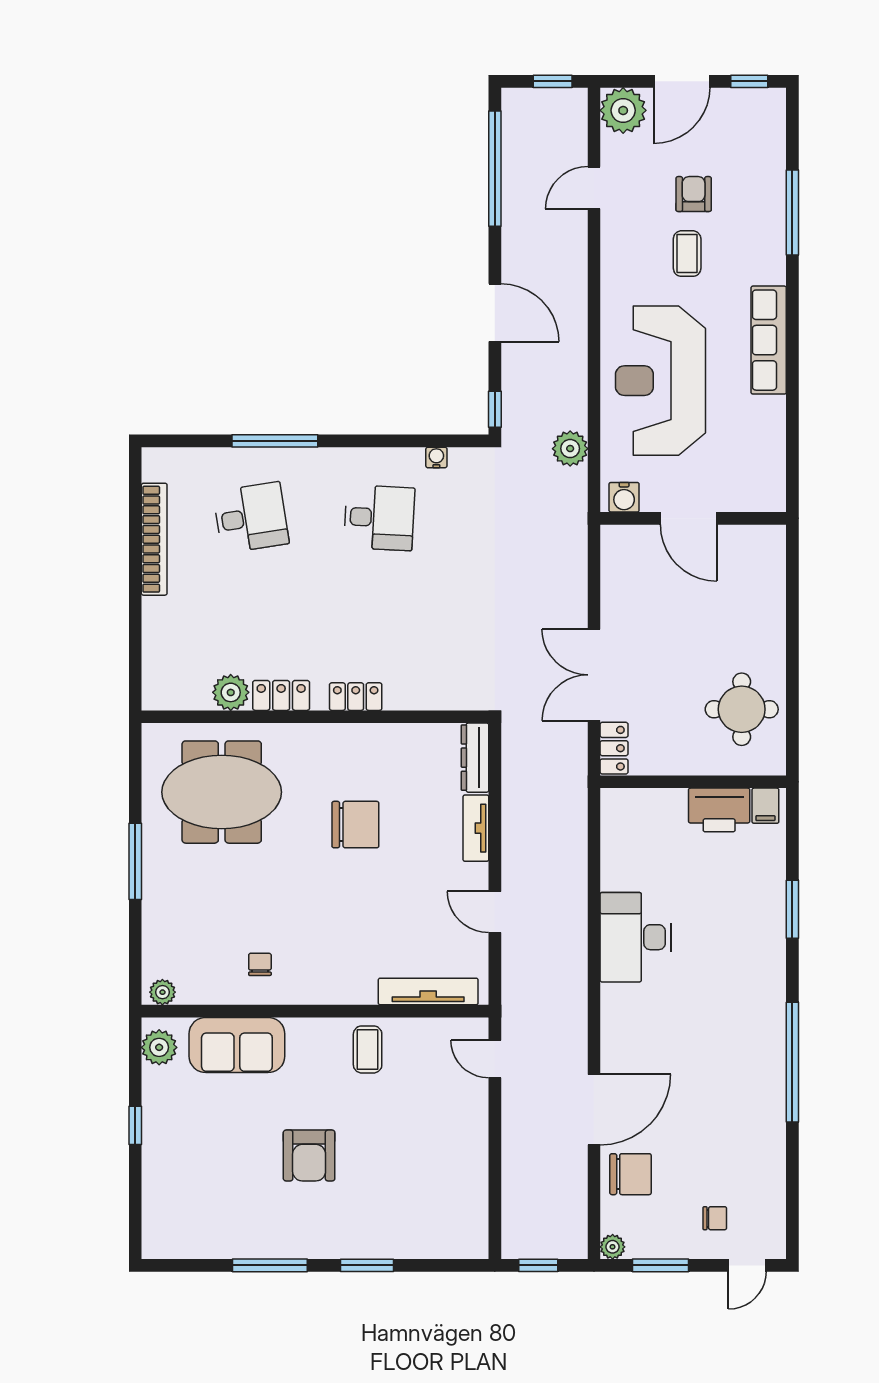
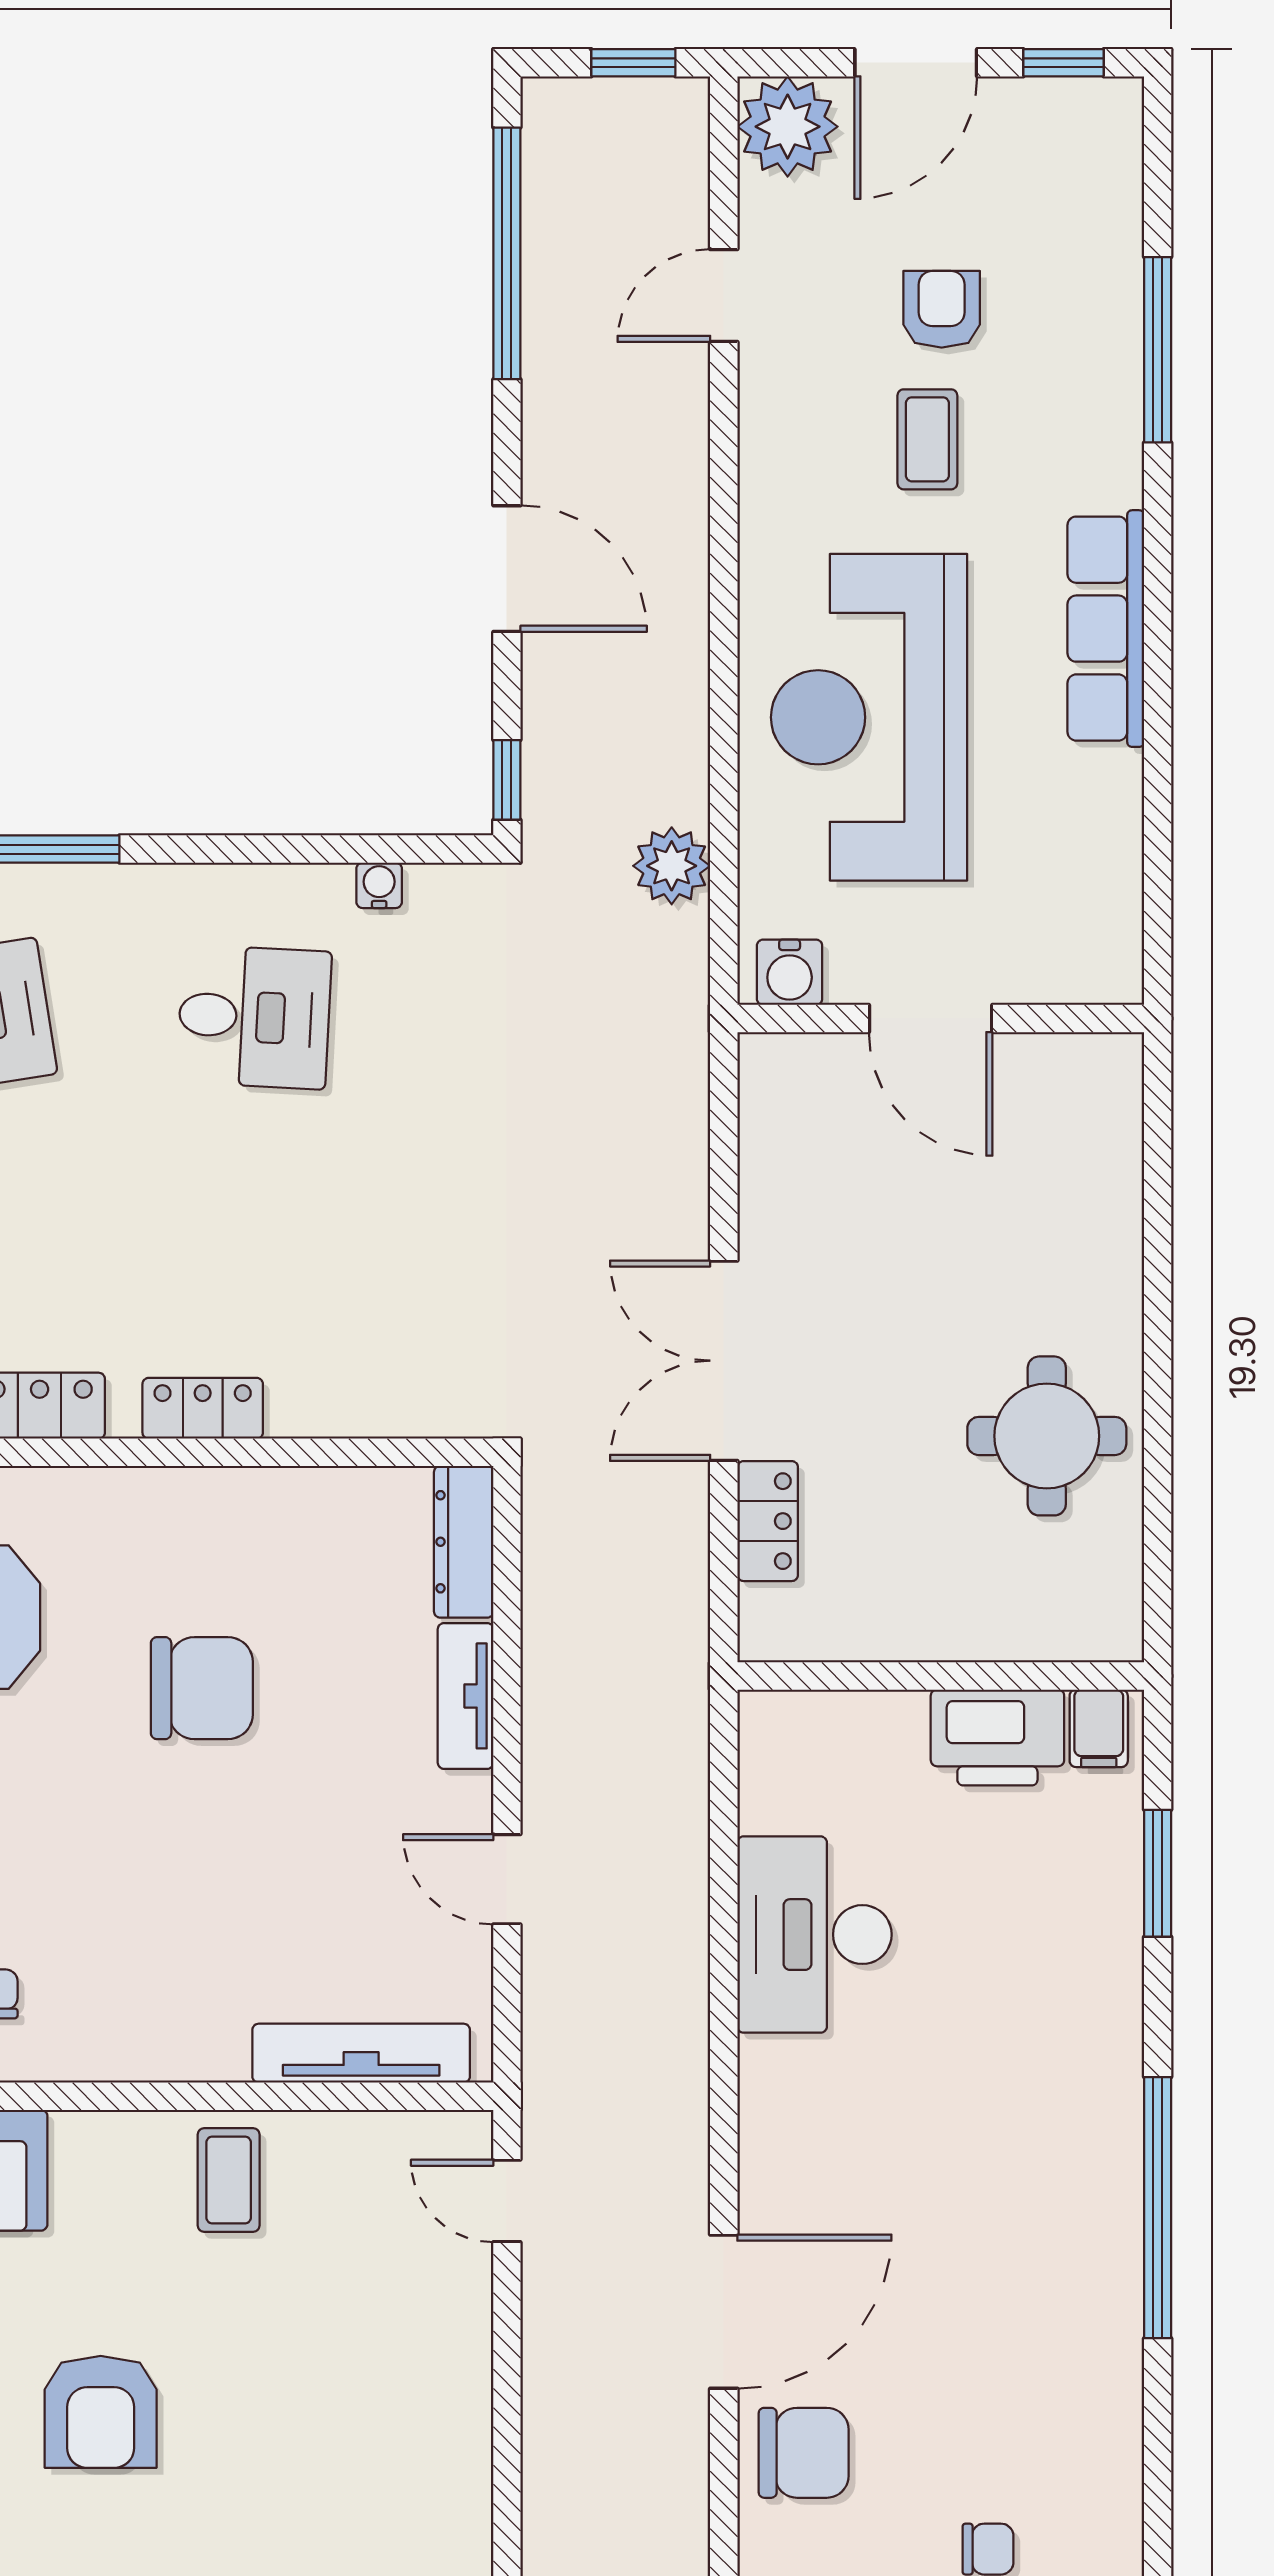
wall: (693, 782) -> (941, 1676), moved
filing cabinet: (765, 806) -> (1099, 1728), moved
printer: (719, 810) -> (997, 1737), moved

